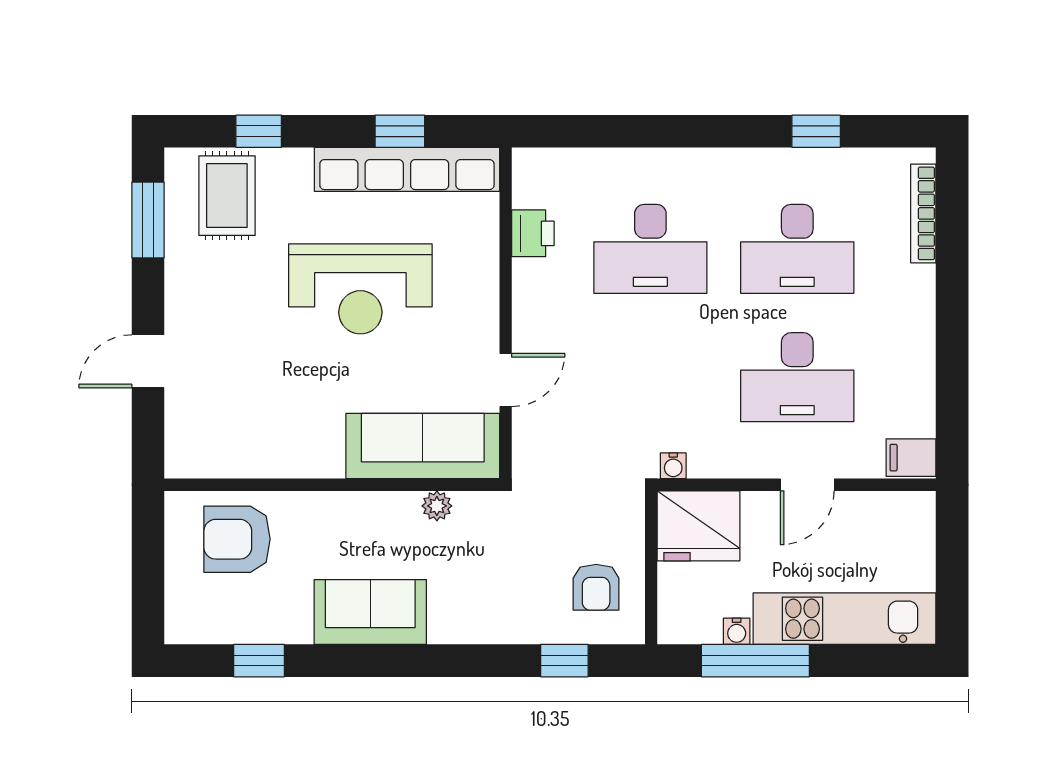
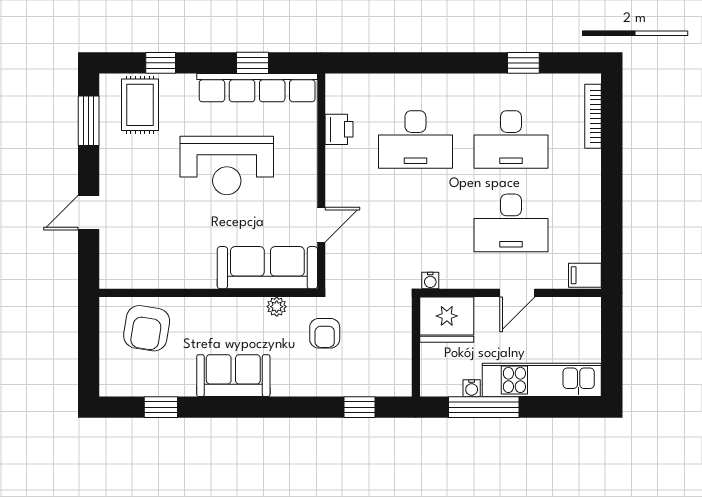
armchair: (237, 539) -> (147, 328), turned -81
armchair: (596, 587) -> (325, 333), moved

